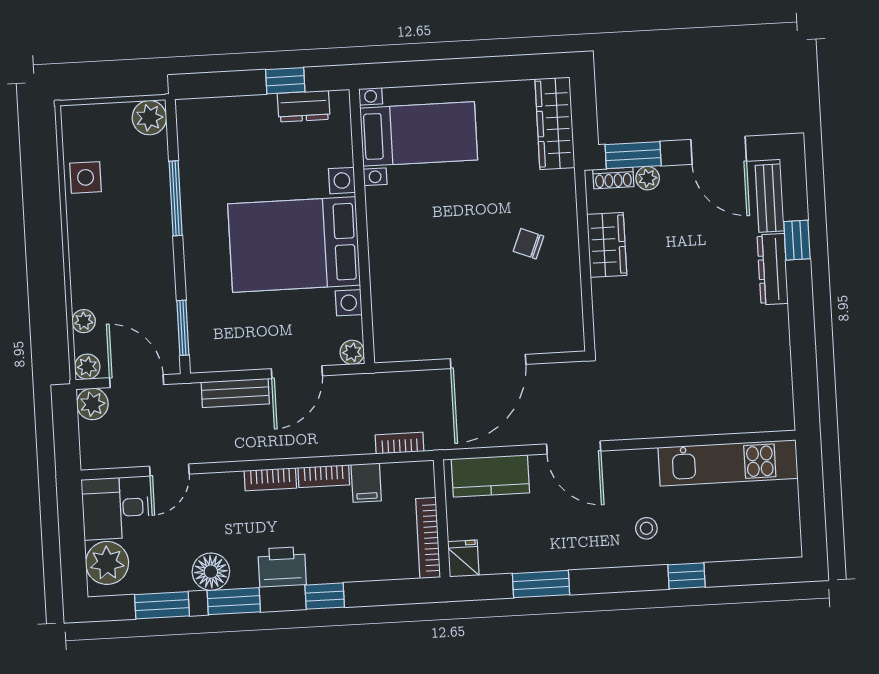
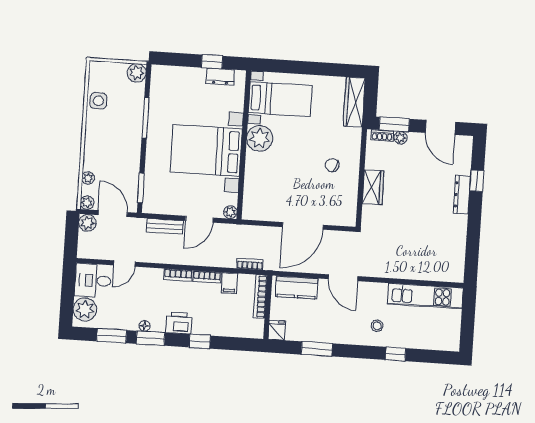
bench: (770, 198) -> (465, 156), removed
plant: (389, 211) -> (260, 138), added
wardrobe: (607, 245) -> (373, 187), moved
bookcase: (428, 538) -> (260, 297), moved
floor lamp: (211, 572) -> (145, 326), width x0.53, depth x0.53

